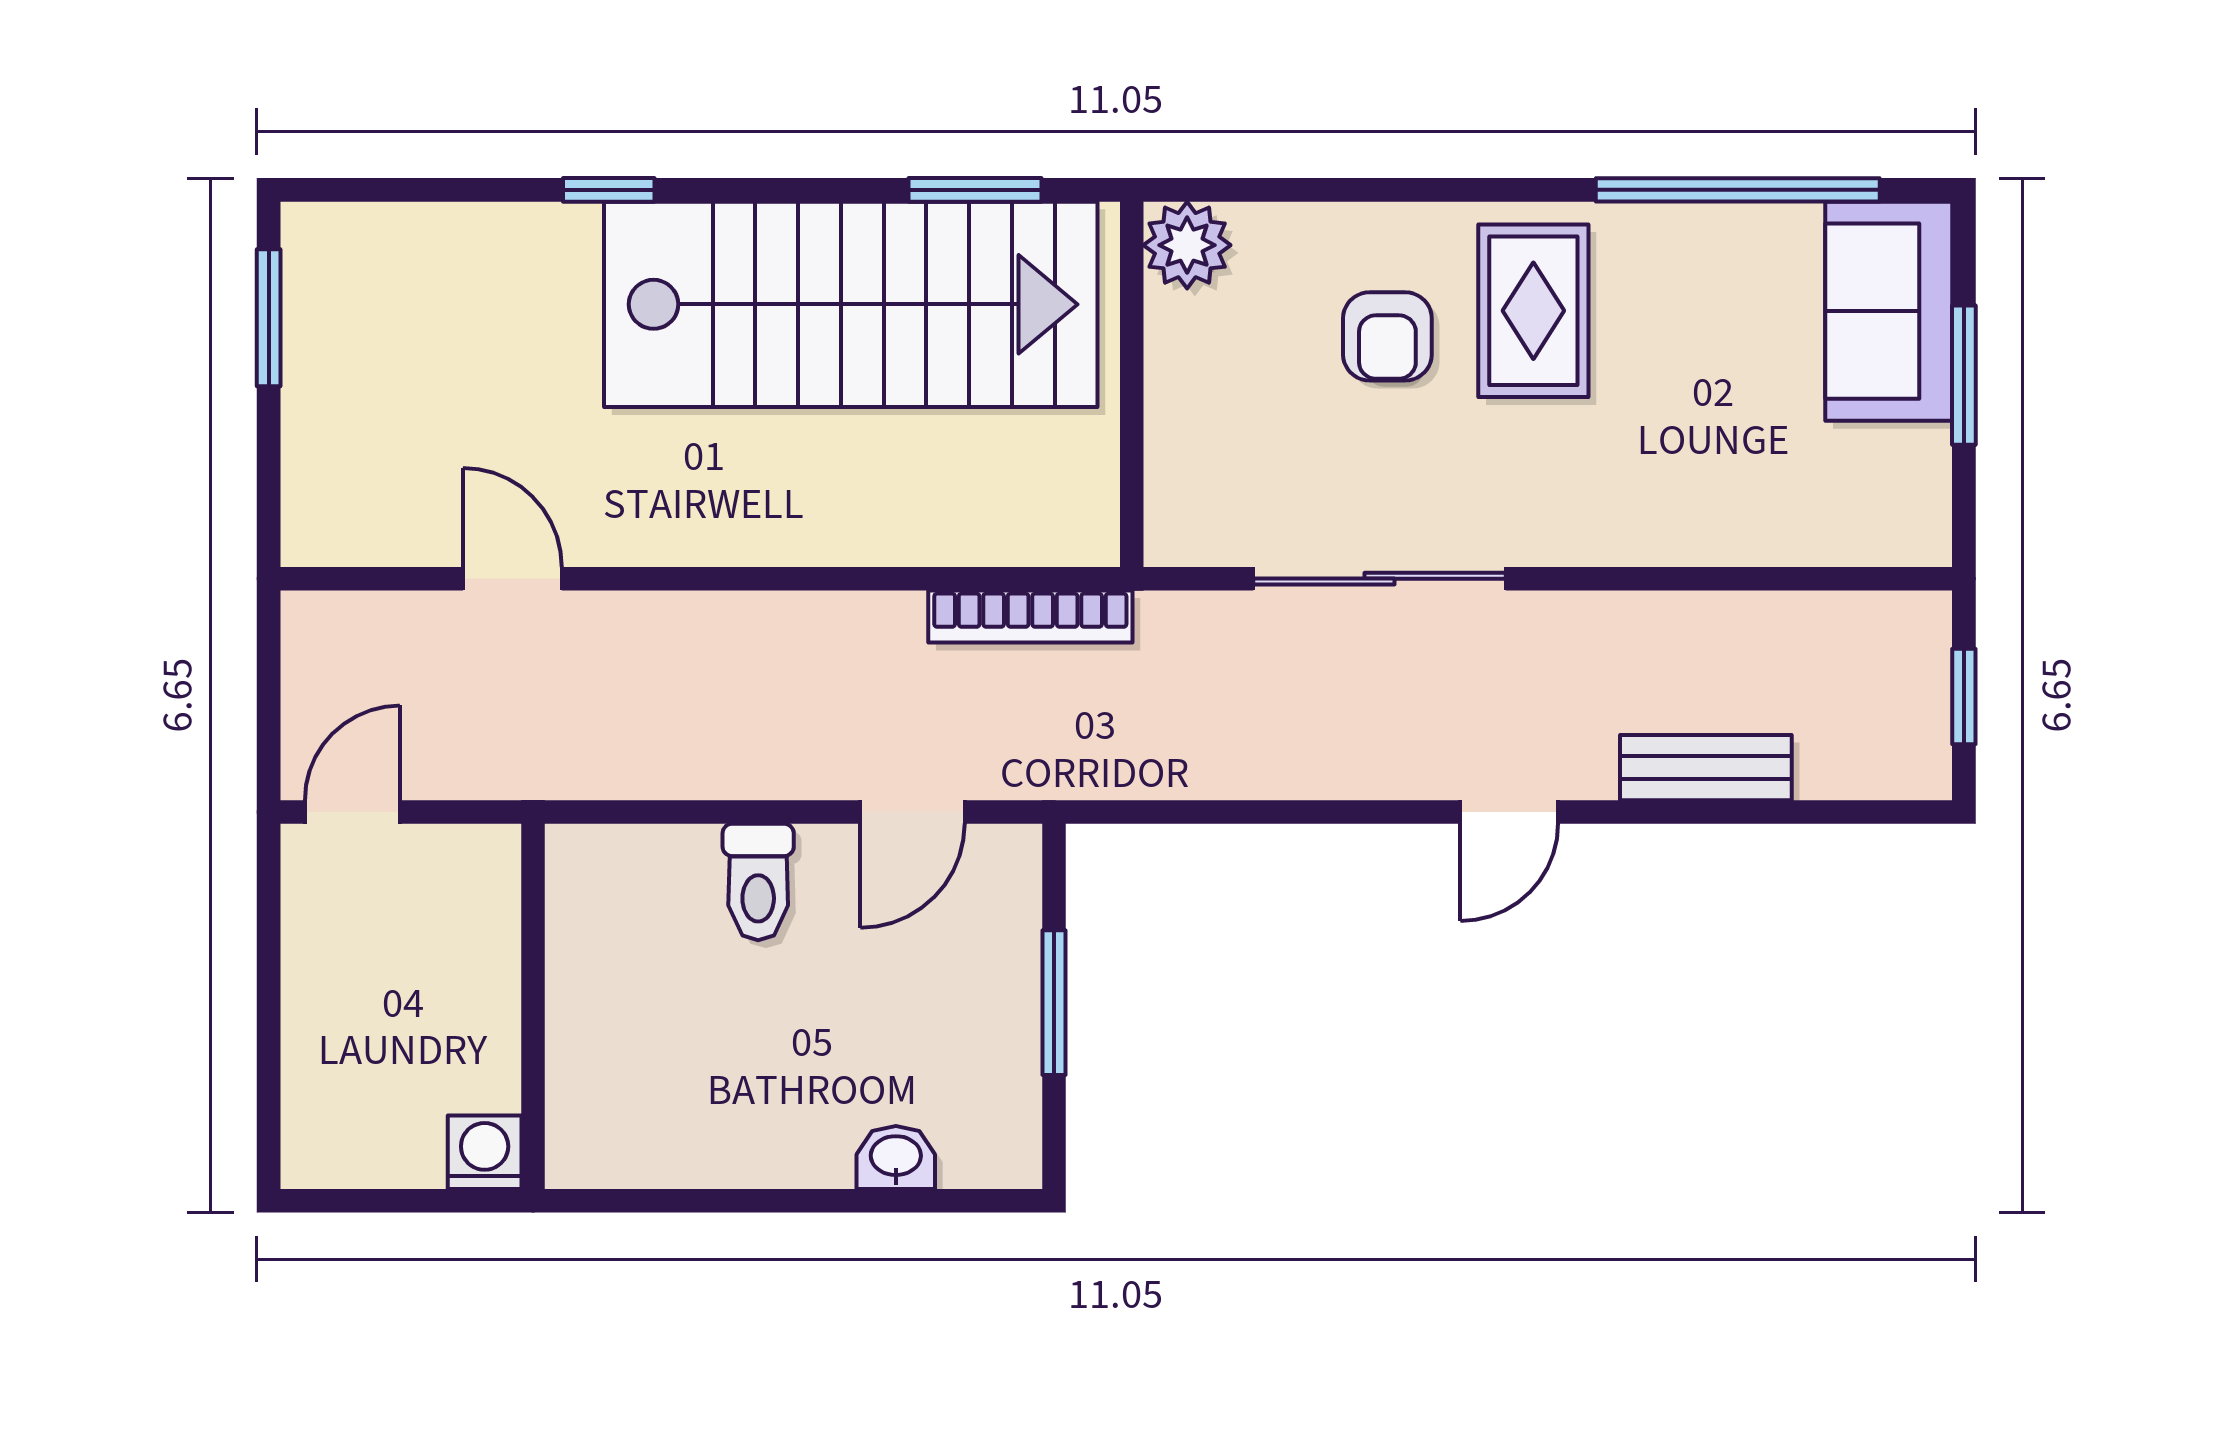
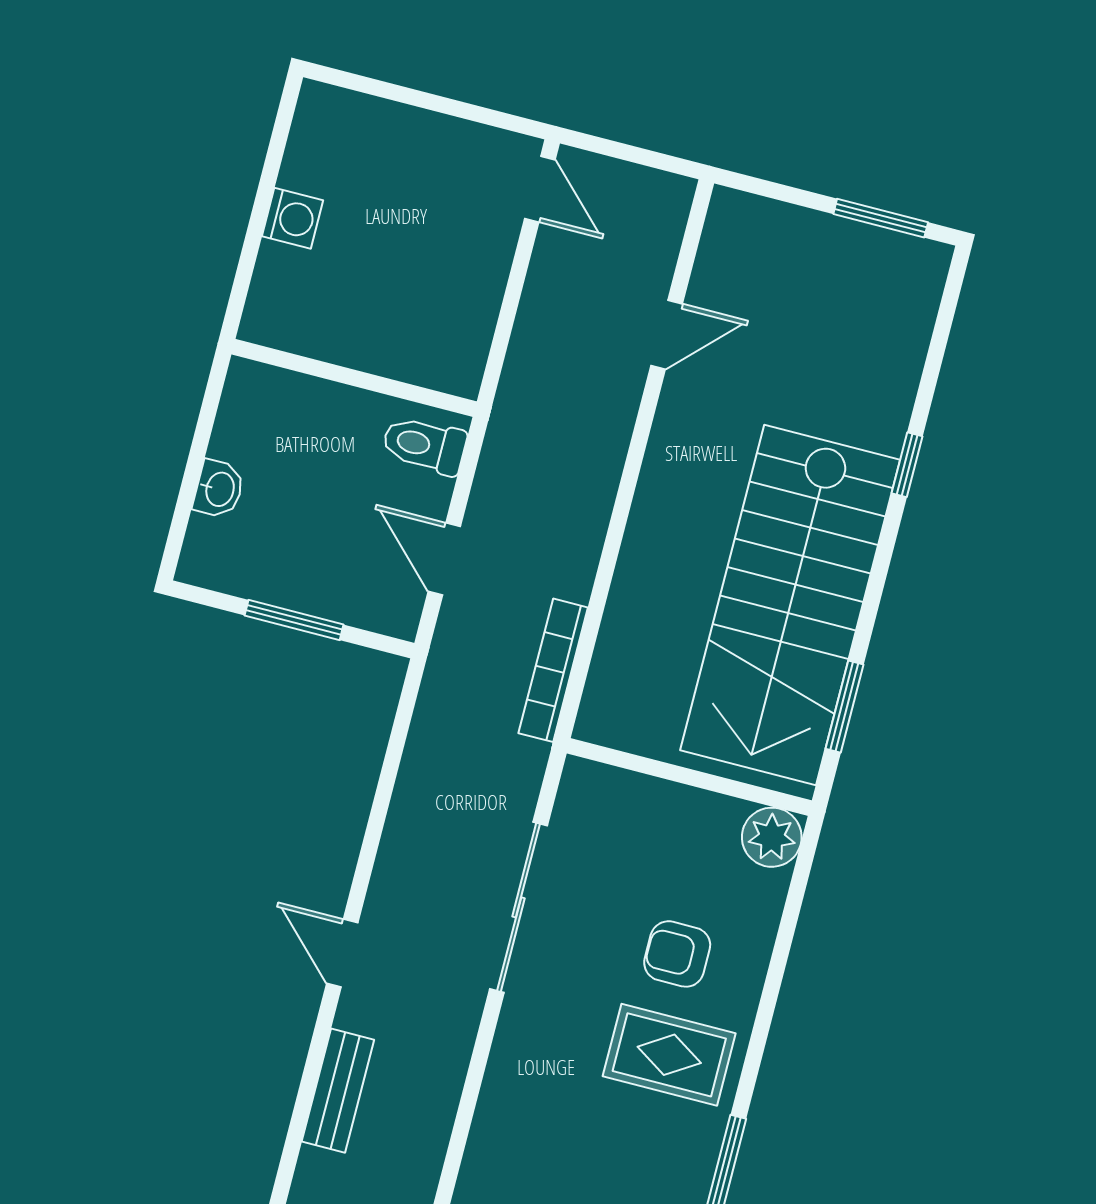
wall: (533, 1006) -> (354, 378), moved

